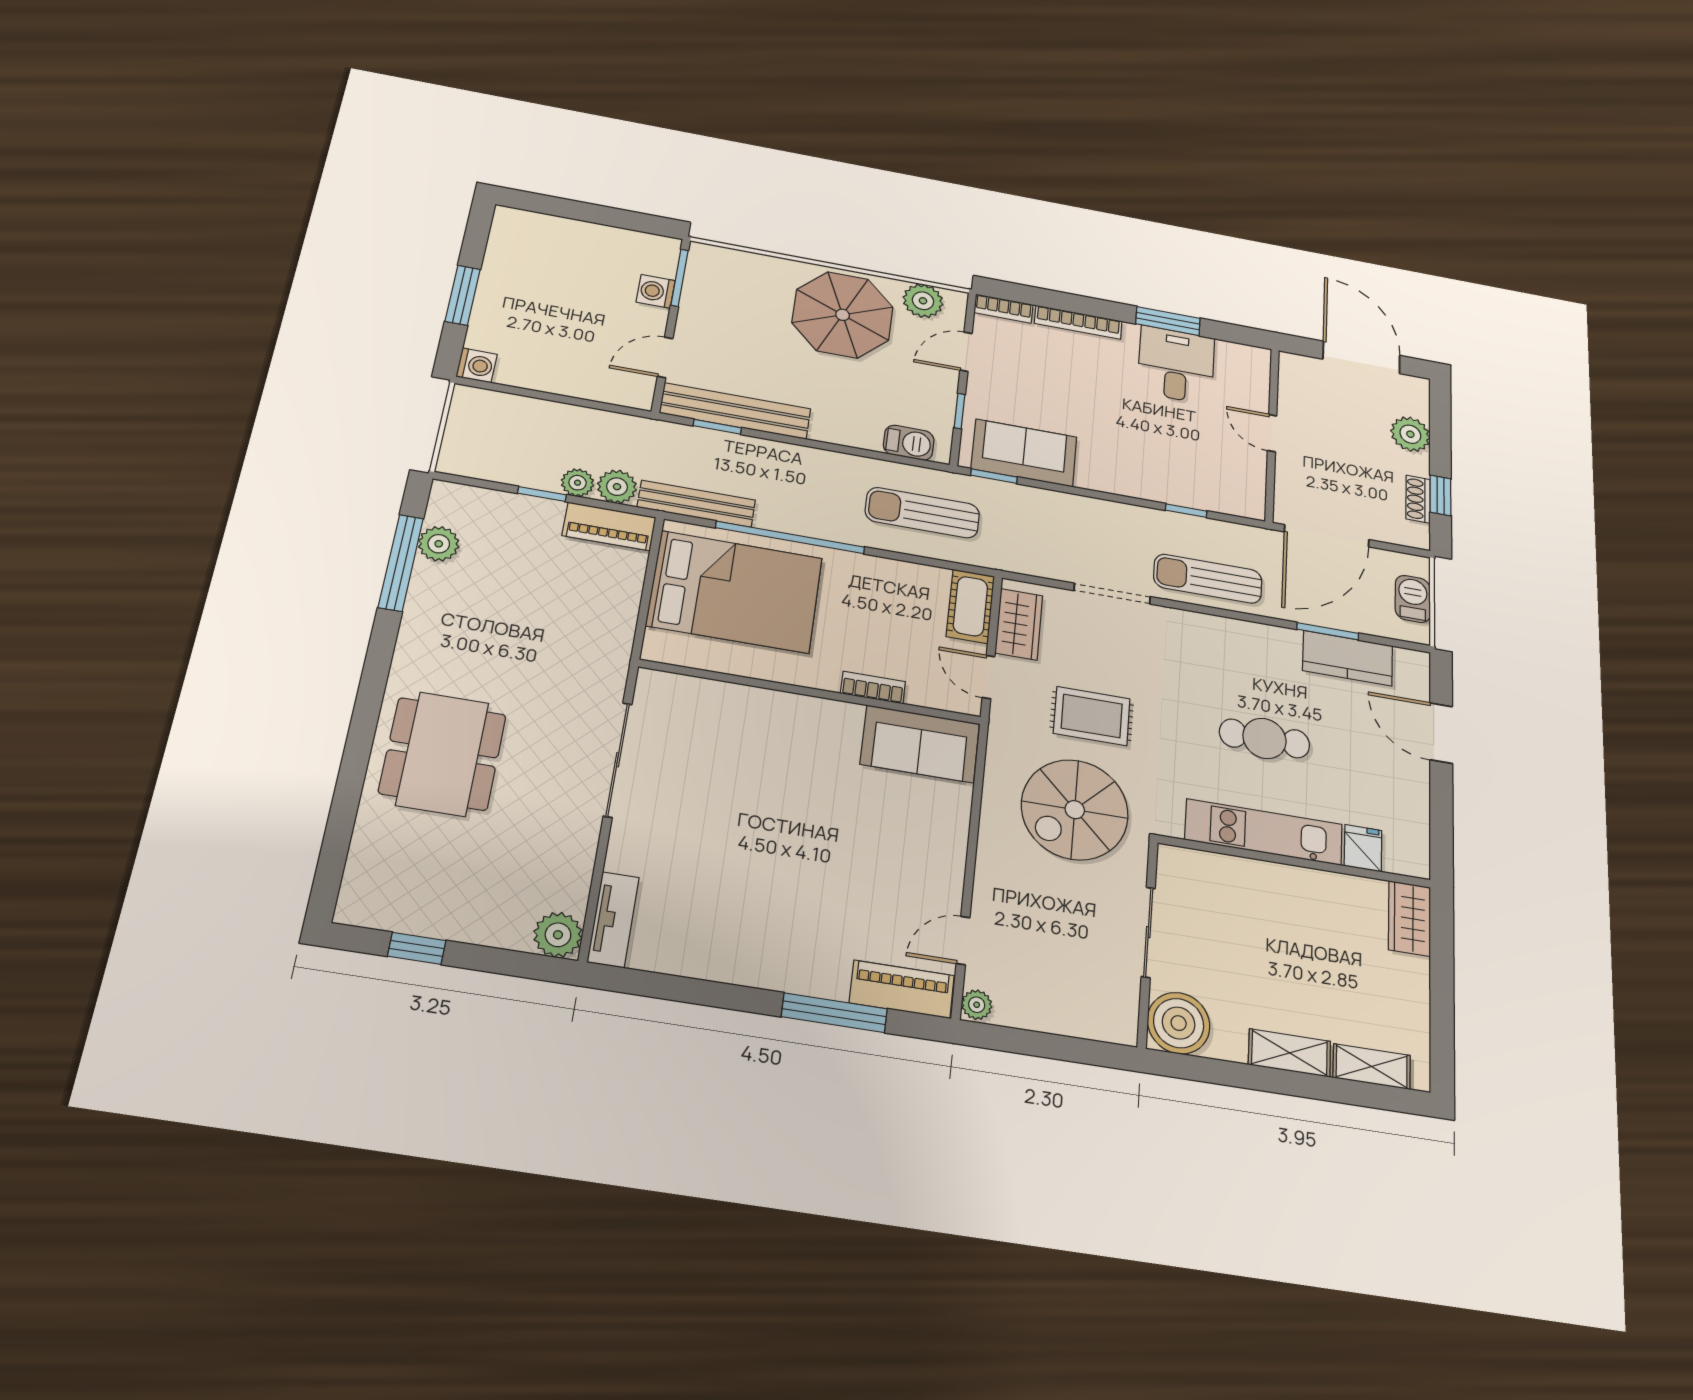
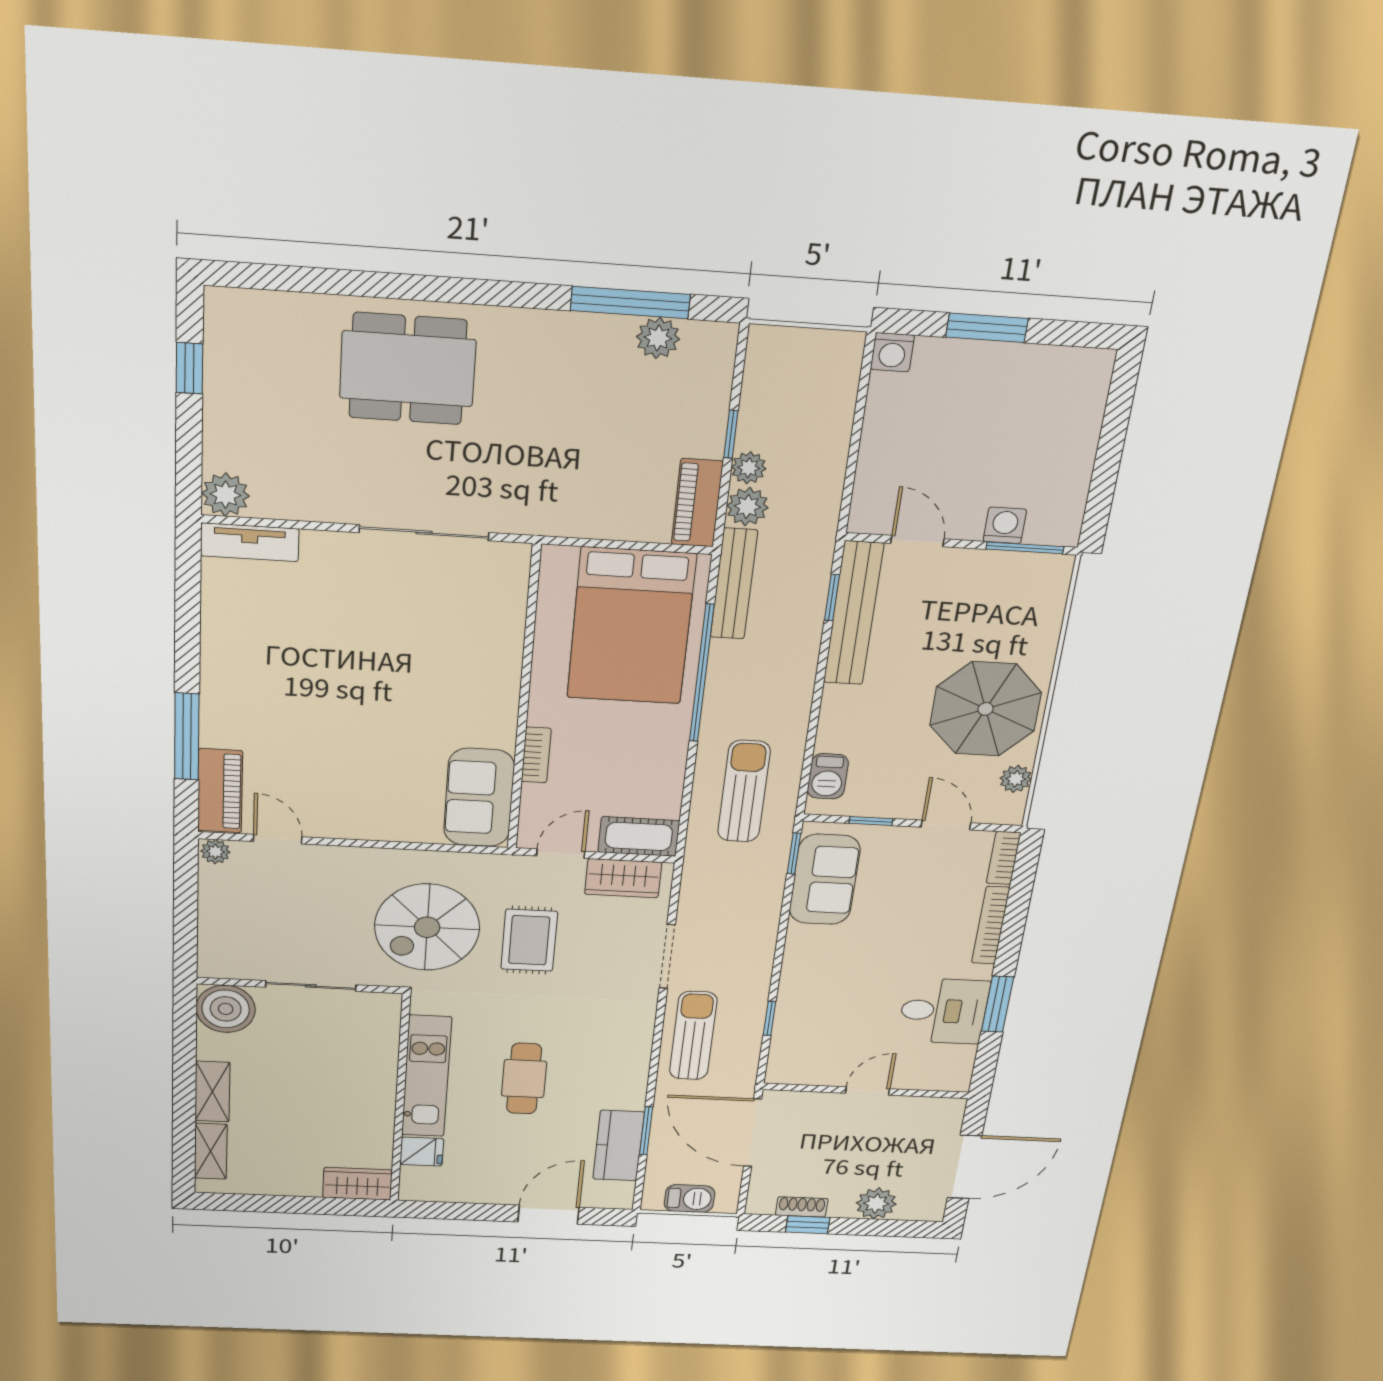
plant: (923, 301) -> (1016, 779), width x0.73, depth x0.73
spiral stairs: (1075, 810) -> (427, 927), turned -90

